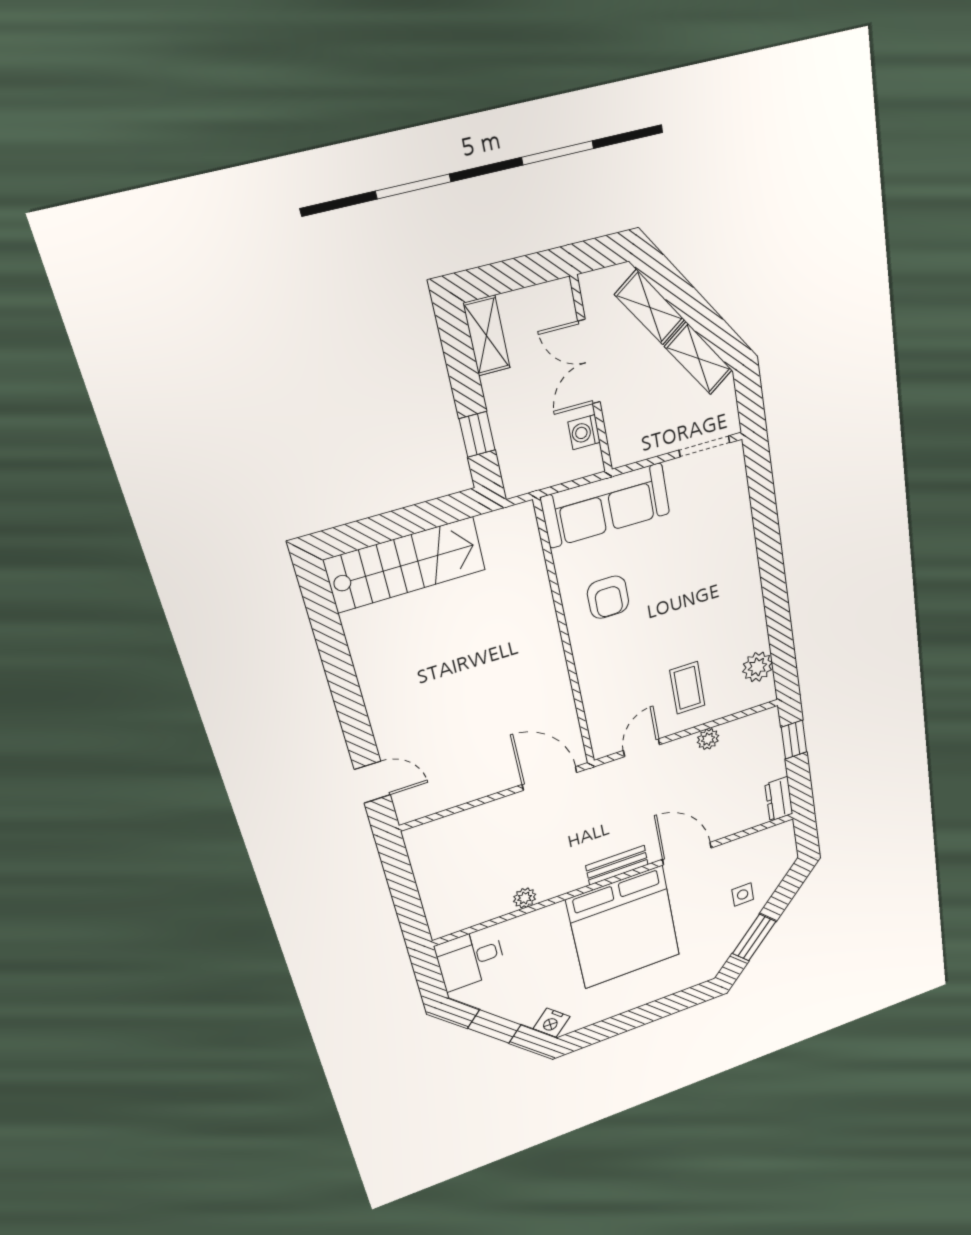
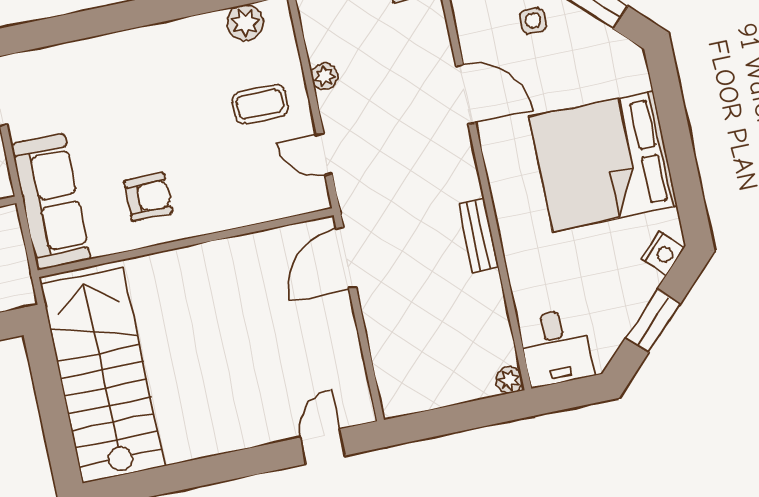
stairs: (405, 565) -> (103, 375), width x1.36, depth x1.51
door: (687, 854) -> (466, 94), swing flipped
bench: (617, 865) -> (478, 236), moved
plant: (525, 898) -> (509, 380), moved
bed: (624, 927) -> (603, 161), moved, turned 180

